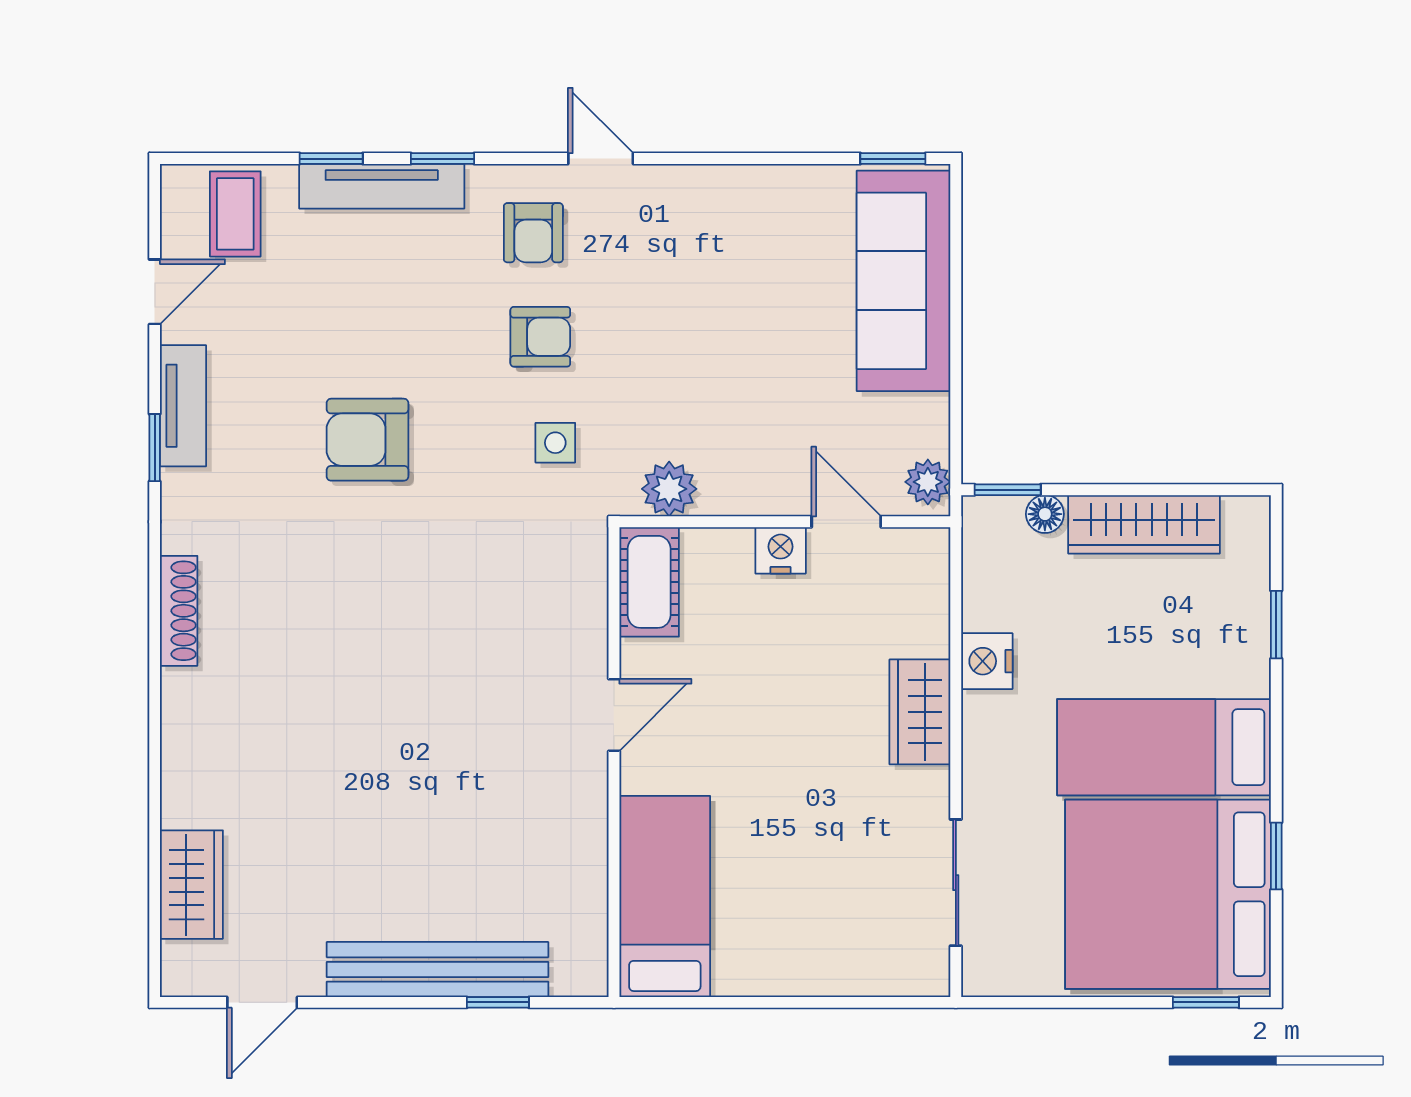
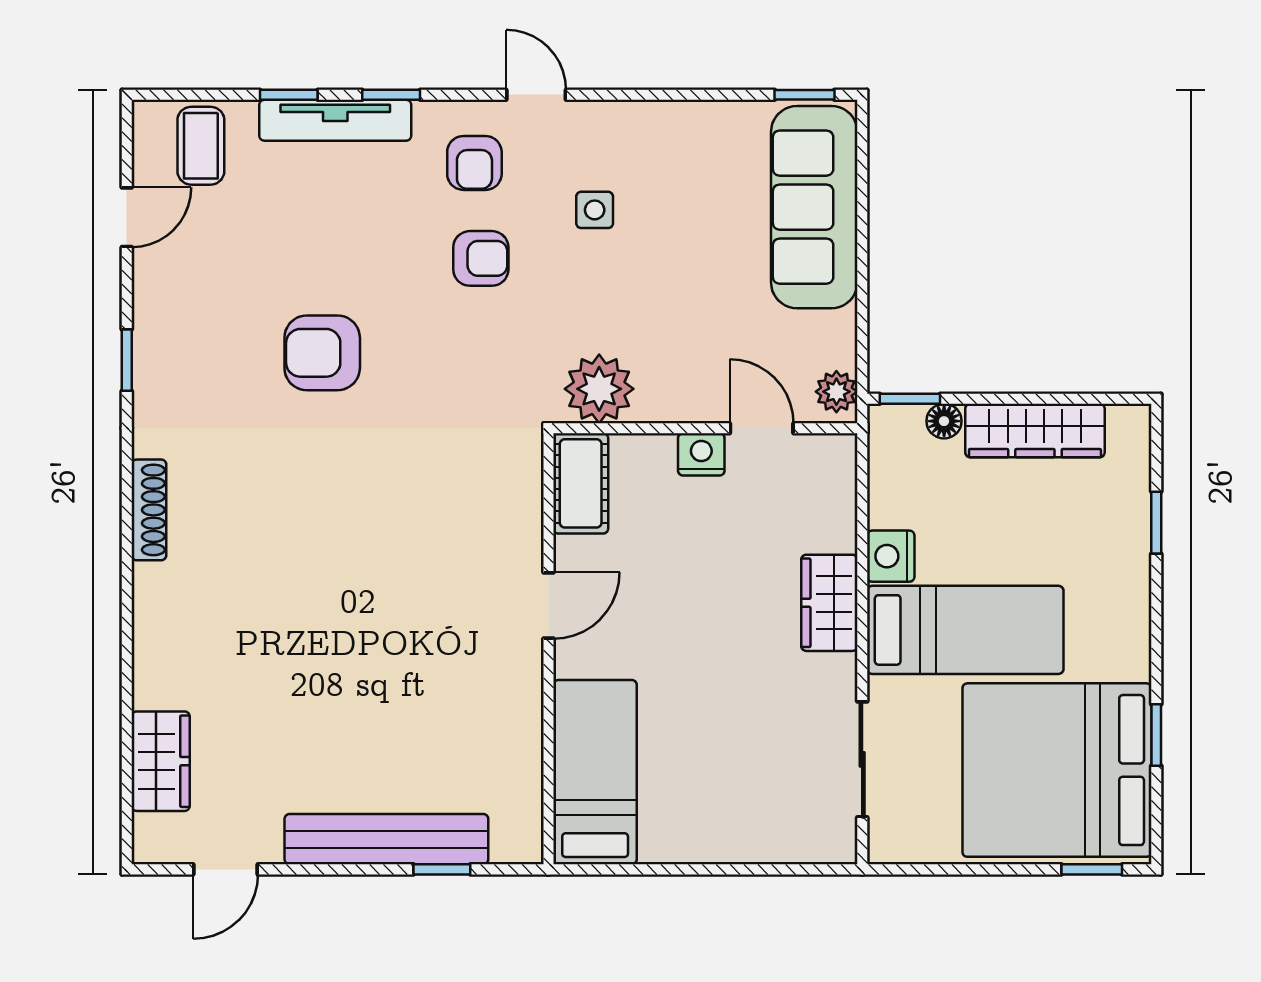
tv unit: (183, 406) -> (153, 322), removed
side table: (555, 443) -> (595, 210), moved
plant: (669, 489) -> (599, 389), width x1.36, depth x1.36
bed: (1164, 747) -> (965, 630), moved, turned 180

